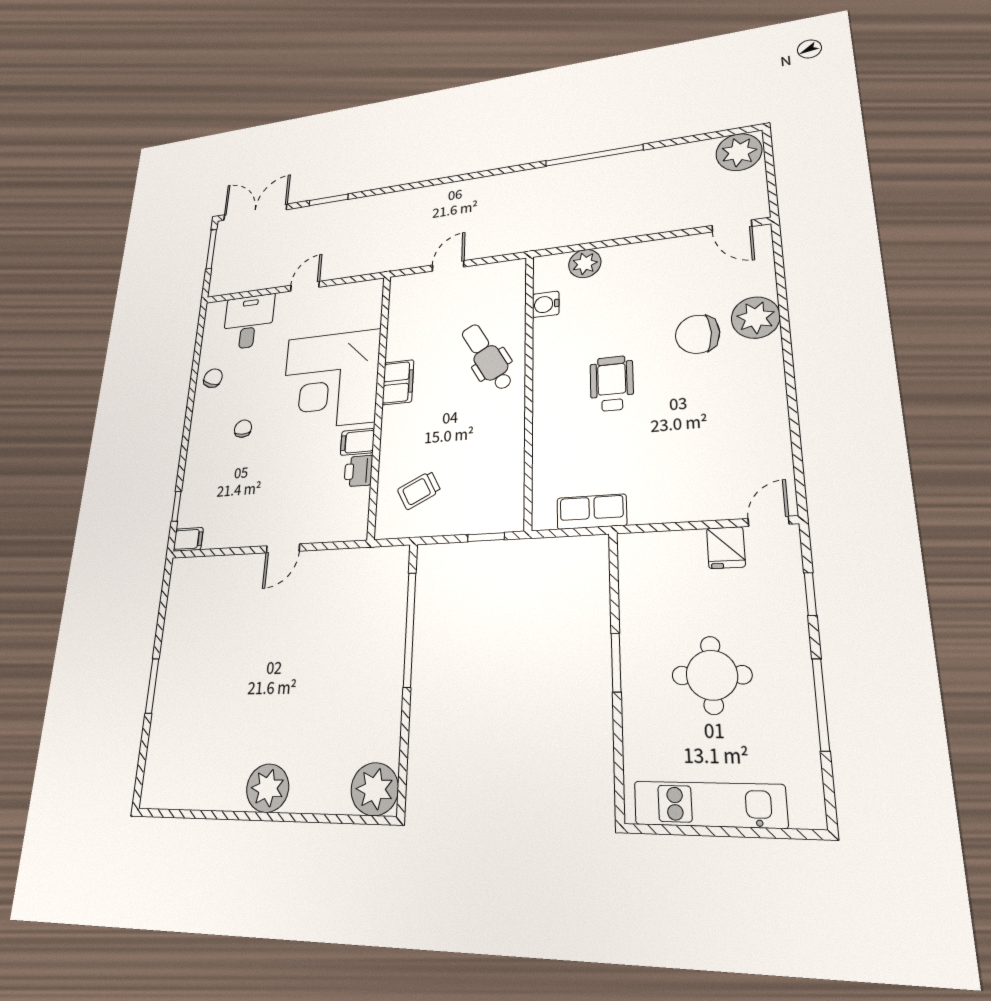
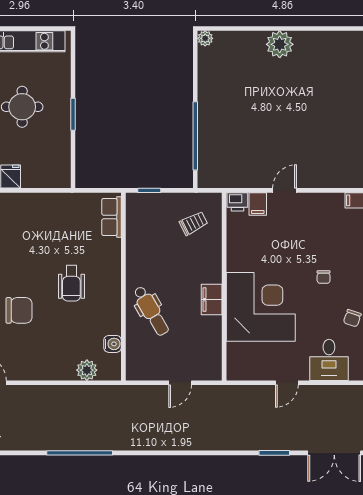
filing cabinet: (357, 442) -> (258, 204), moved, turned 90
printer: (358, 471) -> (237, 202), moved, turned 90
row of seats: (592, 512) -> (111, 217), moved, turned 90
plant: (375, 789) -> (205, 38), width x0.53, depth x0.53

